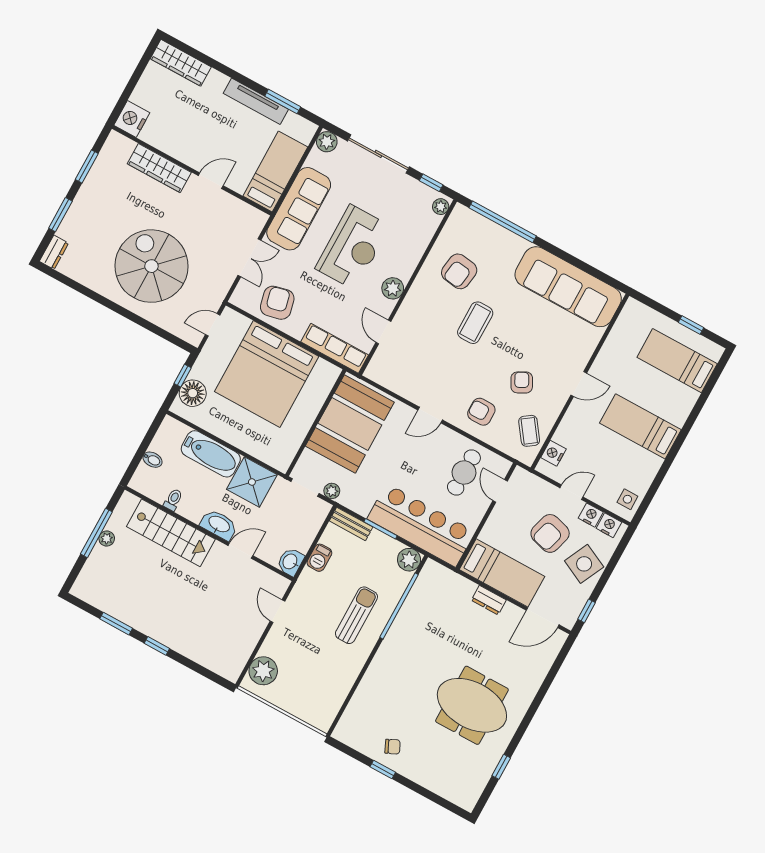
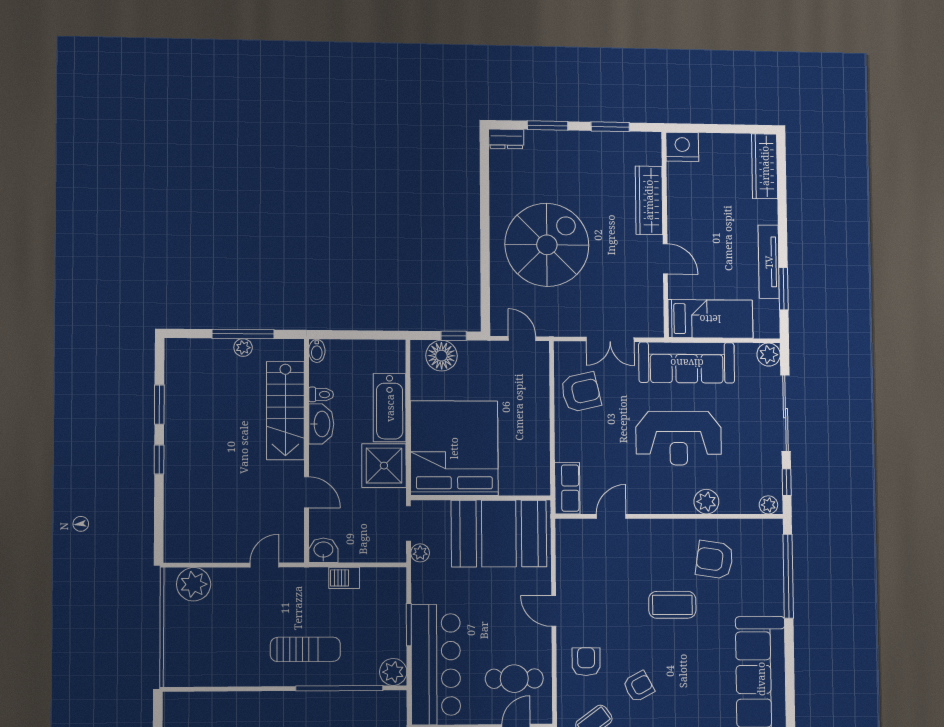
plant: (393, 288) -> (706, 502), moved
row of seats: (335, 348) -> (567, 488), width x0.68
bed: (267, 374) -> (454, 448), moved, turned 90
bidet: (153, 460) -> (317, 351), moved
bench: (351, 524) -> (397, 591), removed
washbasin: (219, 525) -> (321, 424), moved

